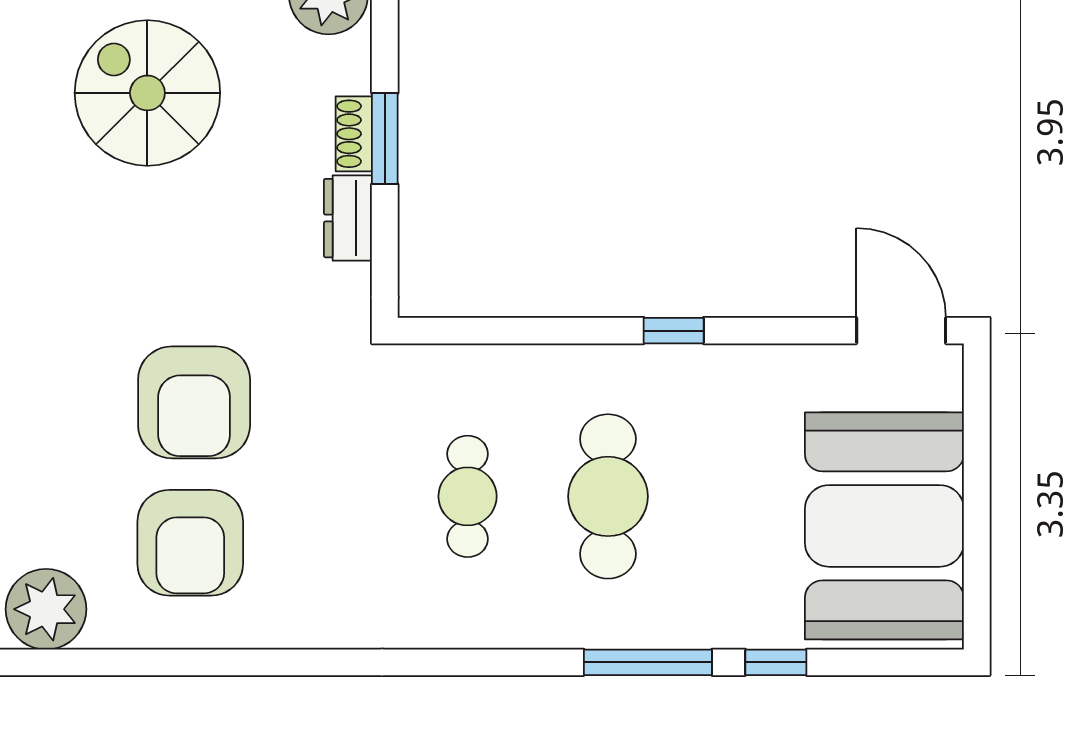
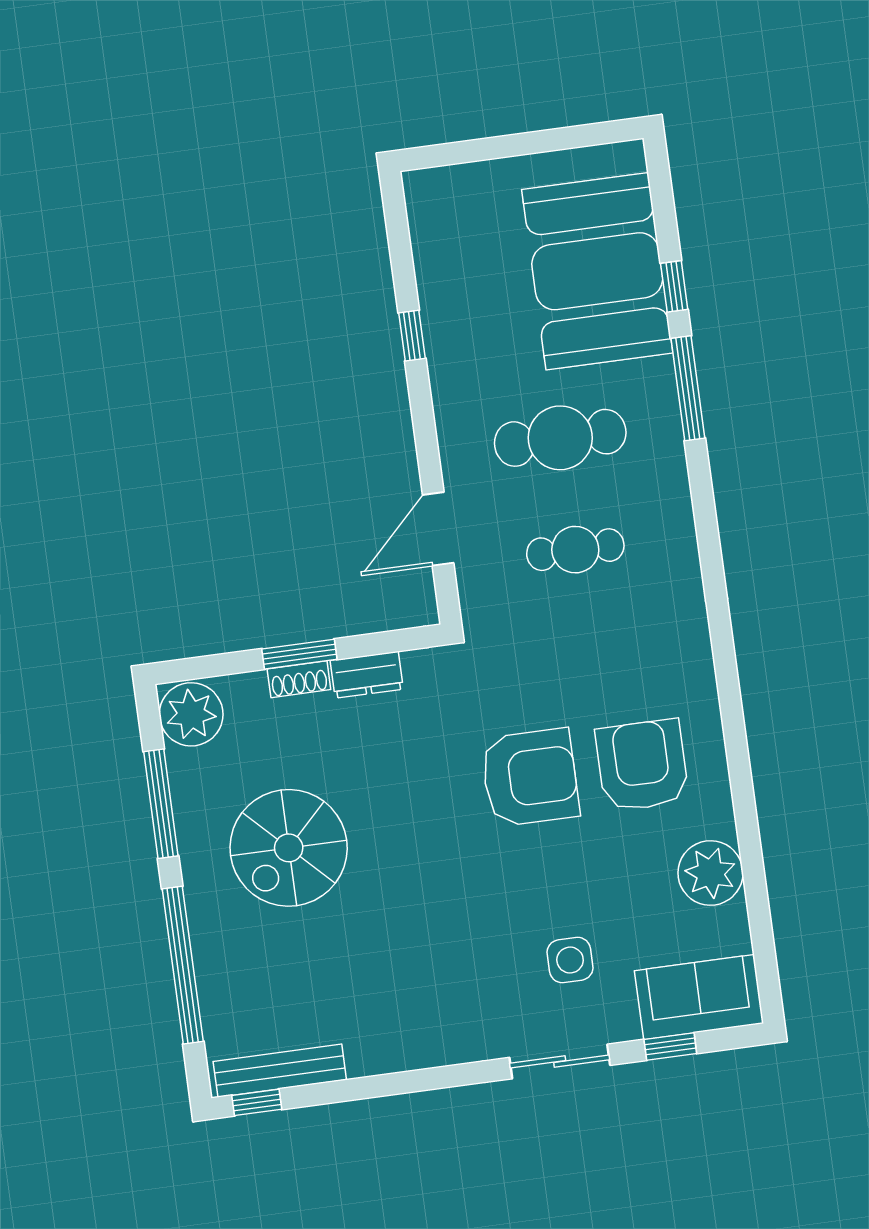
window: (674, 331) -> (412, 336), moved
door: (901, 331) -> (438, 529), moved
booth: (884, 526) -> (597, 271), moved, turned 90
armchair: (190, 543) -> (642, 765), turned -90

